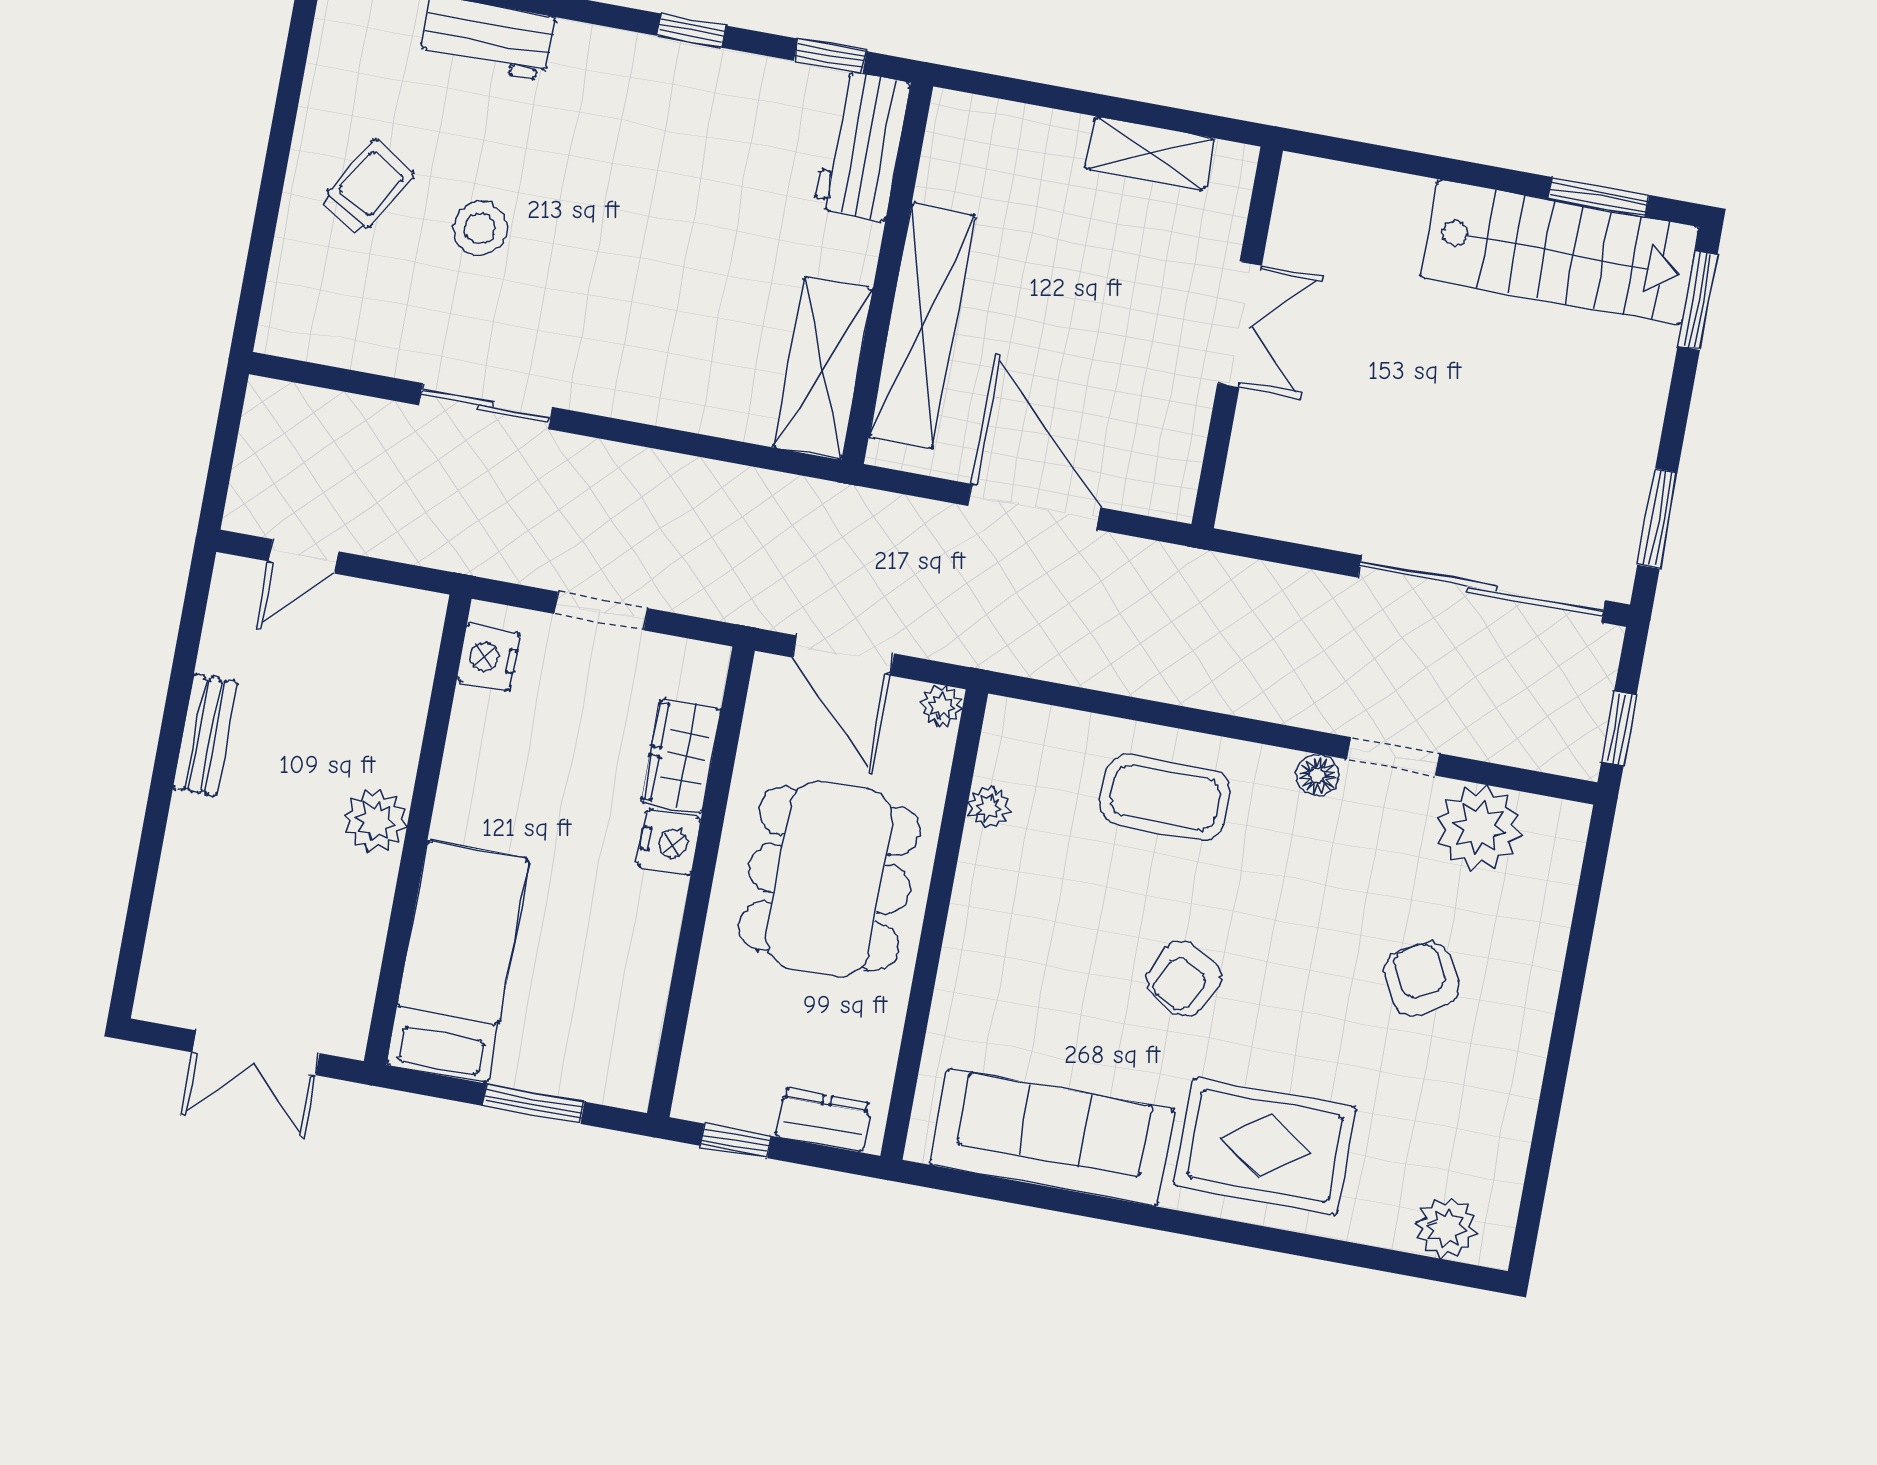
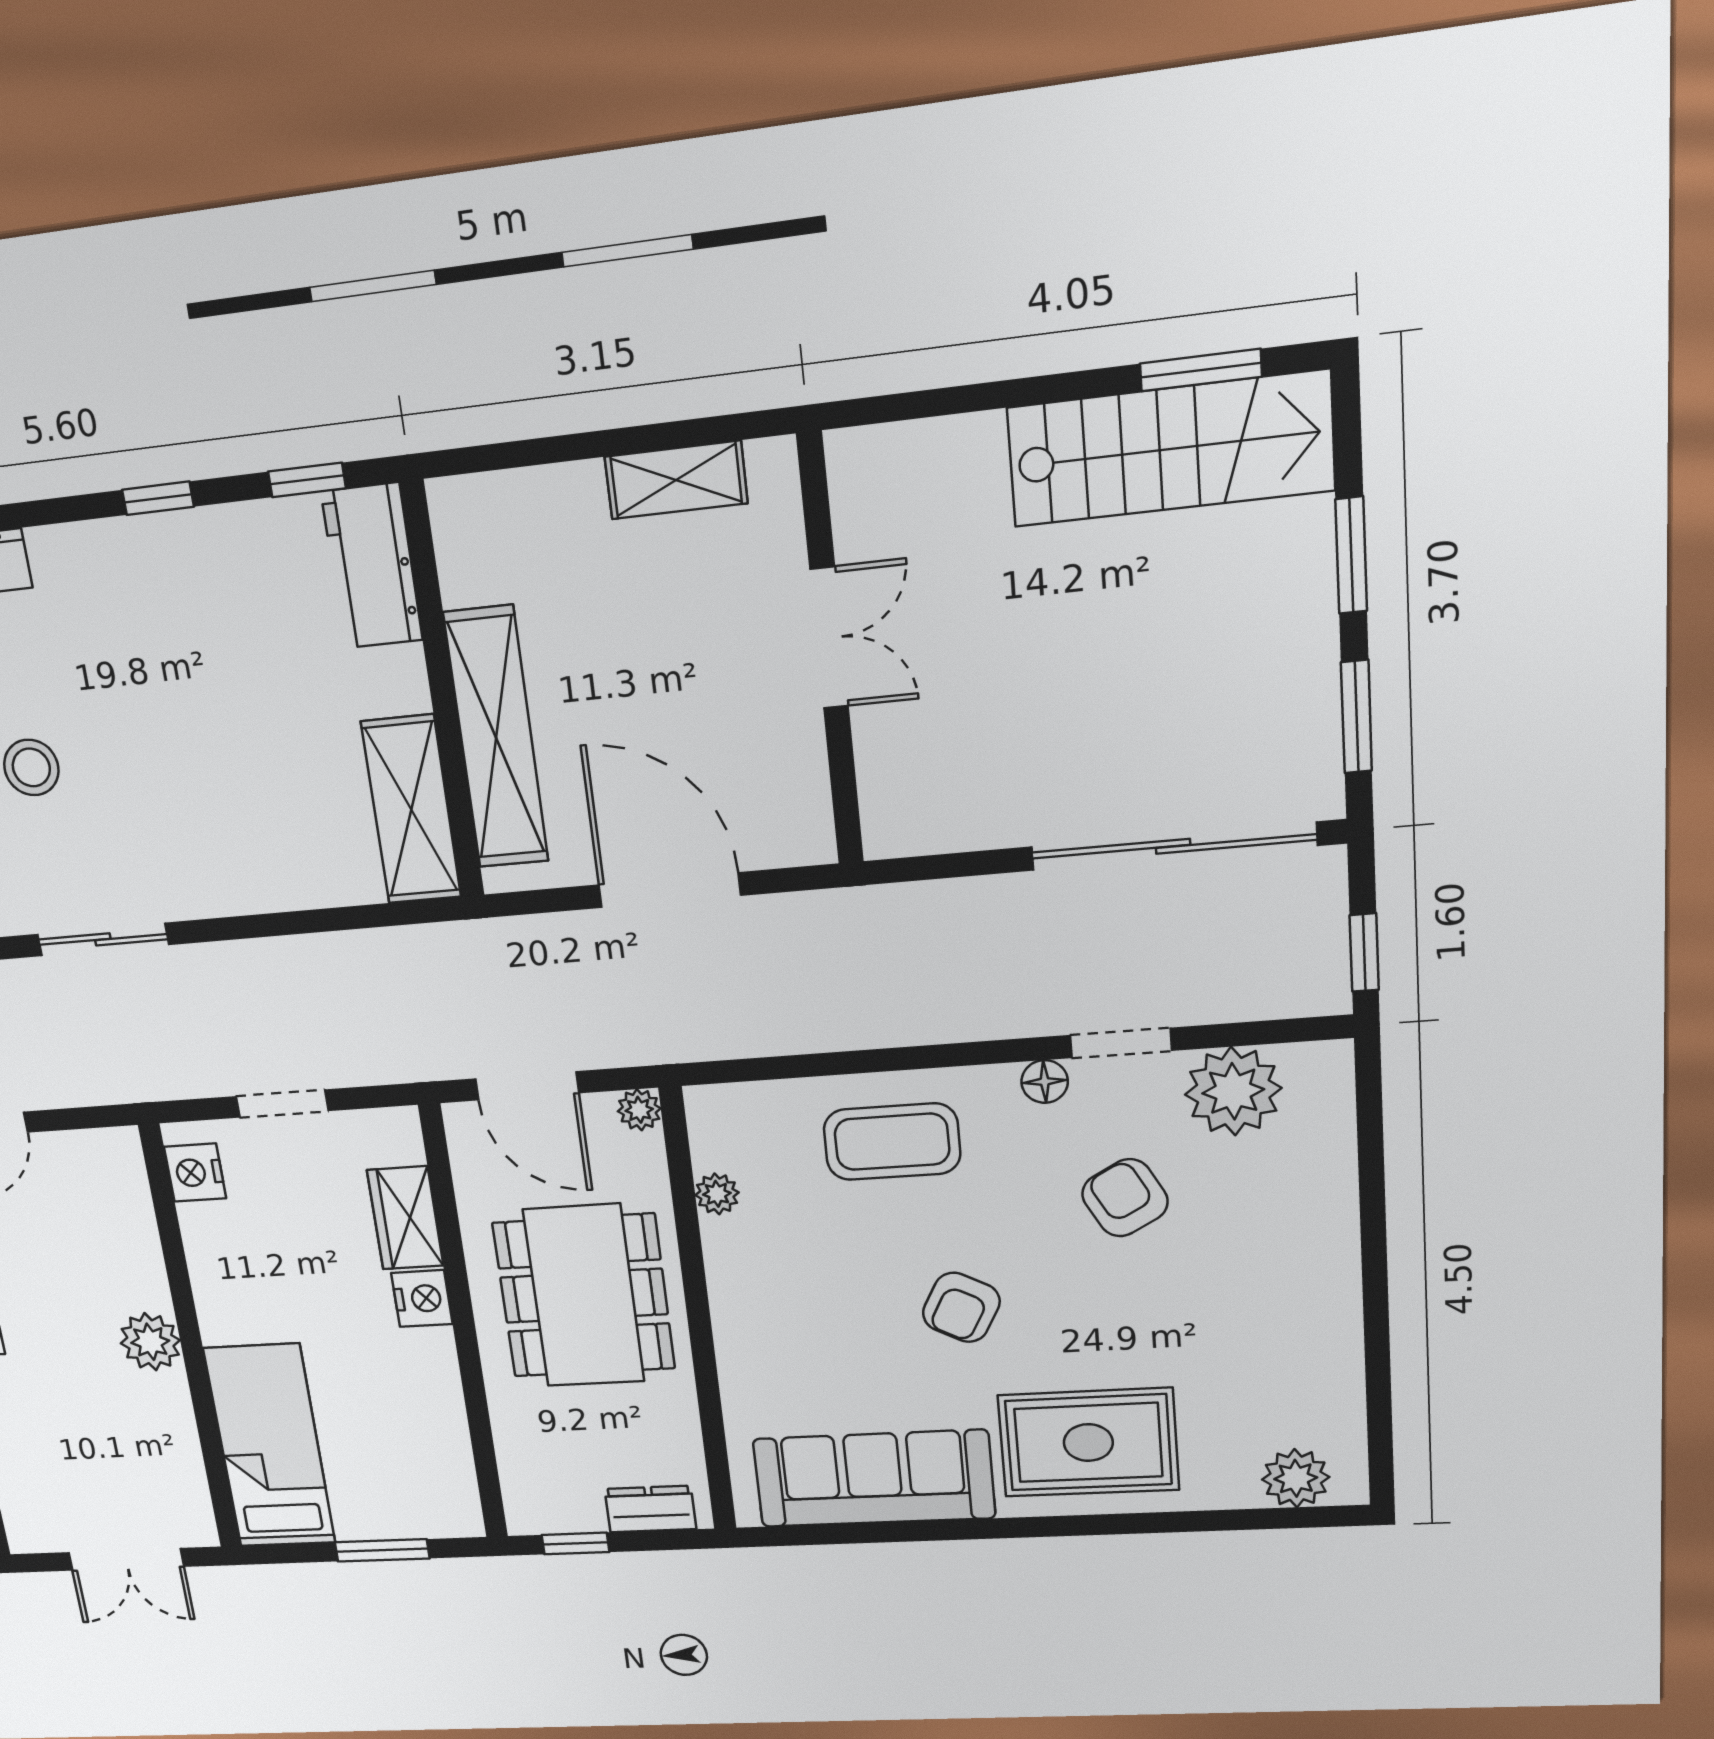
window: (1697, 300) -> (1351, 555), moved
armchair: (1422, 979) -> (1125, 1198), moved

